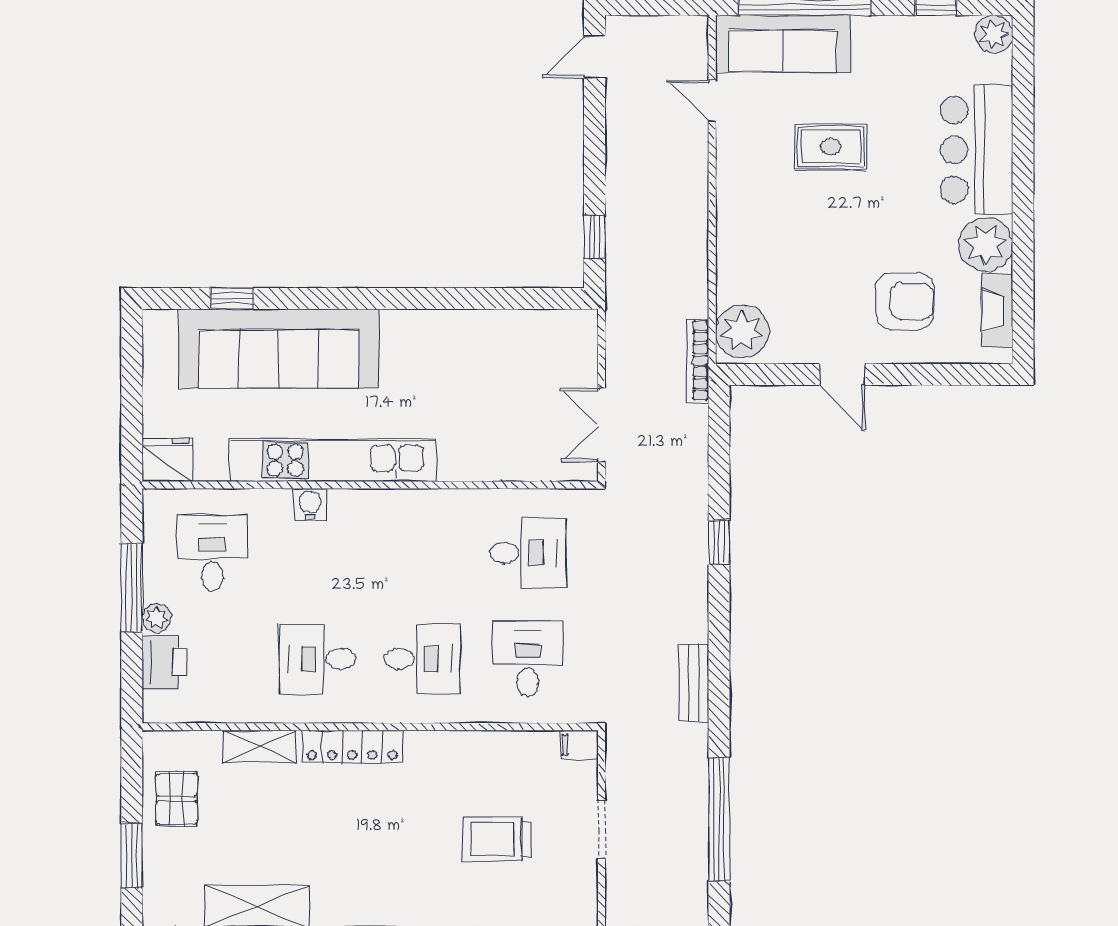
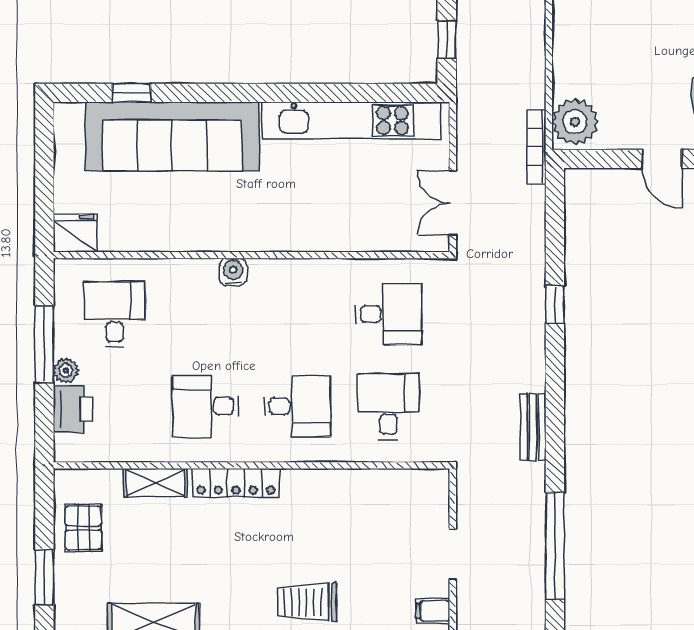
kitchen unit: (333, 460) -> (351, 120), moved, turned 180
water cooler: (310, 504) -> (233, 272), moved
filing cabinet: (579, 745) -> (433, 611), moved
trolley: (497, 839) -> (307, 602), moved

